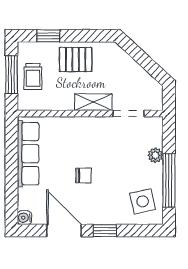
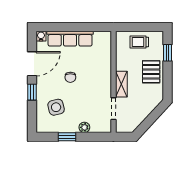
window: (11, 75) -> (140, 27), removed
row of seats: (28, 154) -> (70, 39), moved
window: (169, 180) -> (67, 137), width x0.46
side table: (143, 201) -> (56, 107), moved

